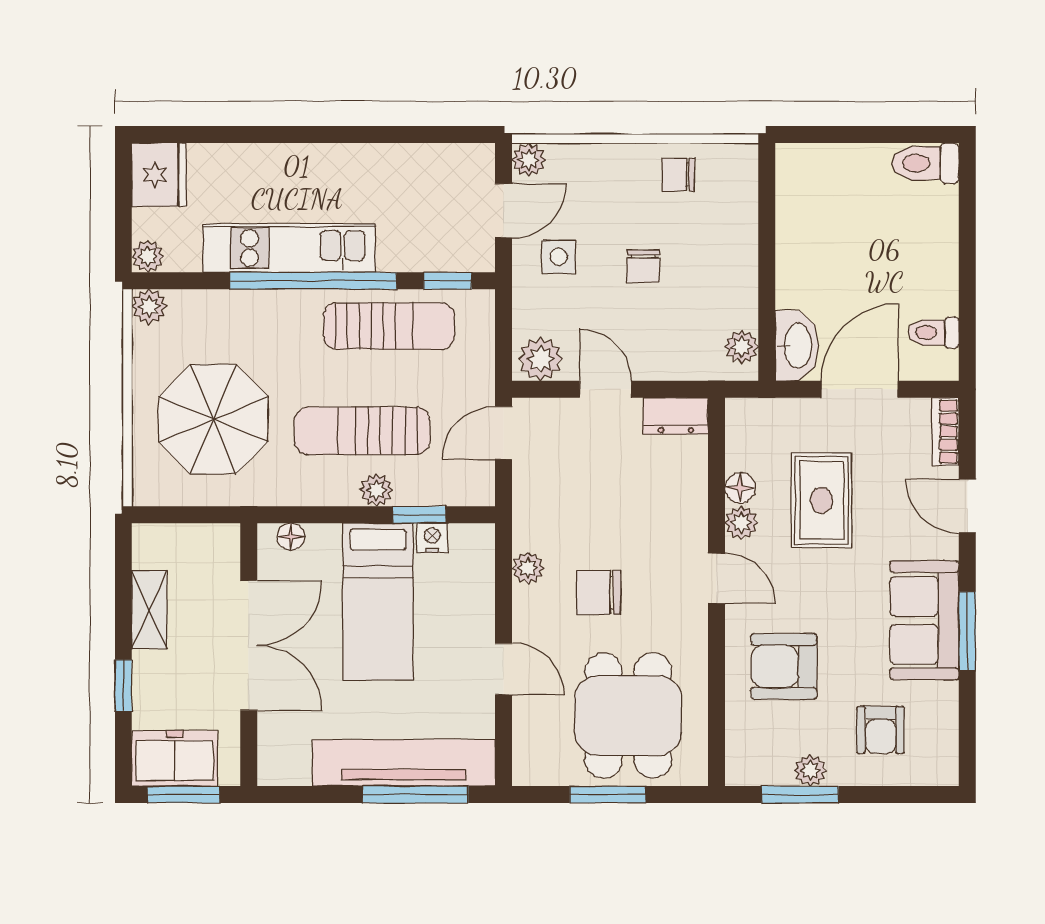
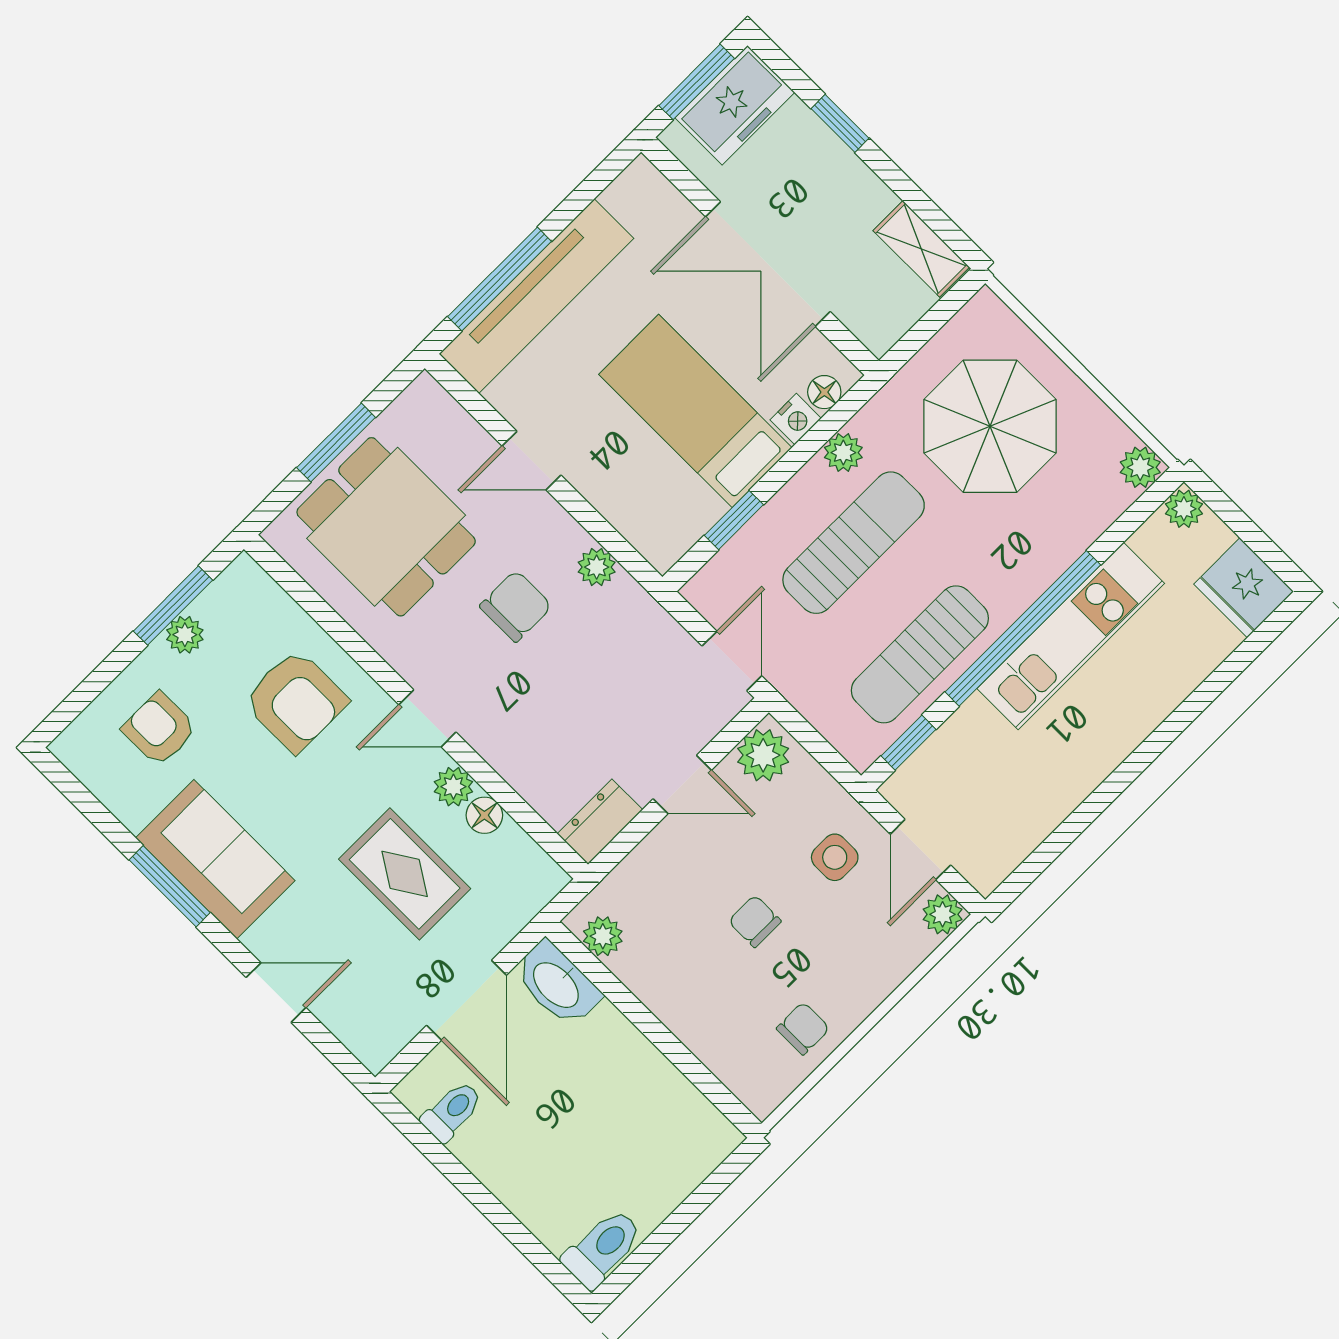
bookcase: (945, 432) -> (358, 1037), removed
plant: (376, 490) -> (843, 453), moved
nightstand: (432, 538) -> (796, 419), moved
shelving: (149, 610) -> (921, 249), moved
armchair: (784, 666) -> (296, 701), turned 90

